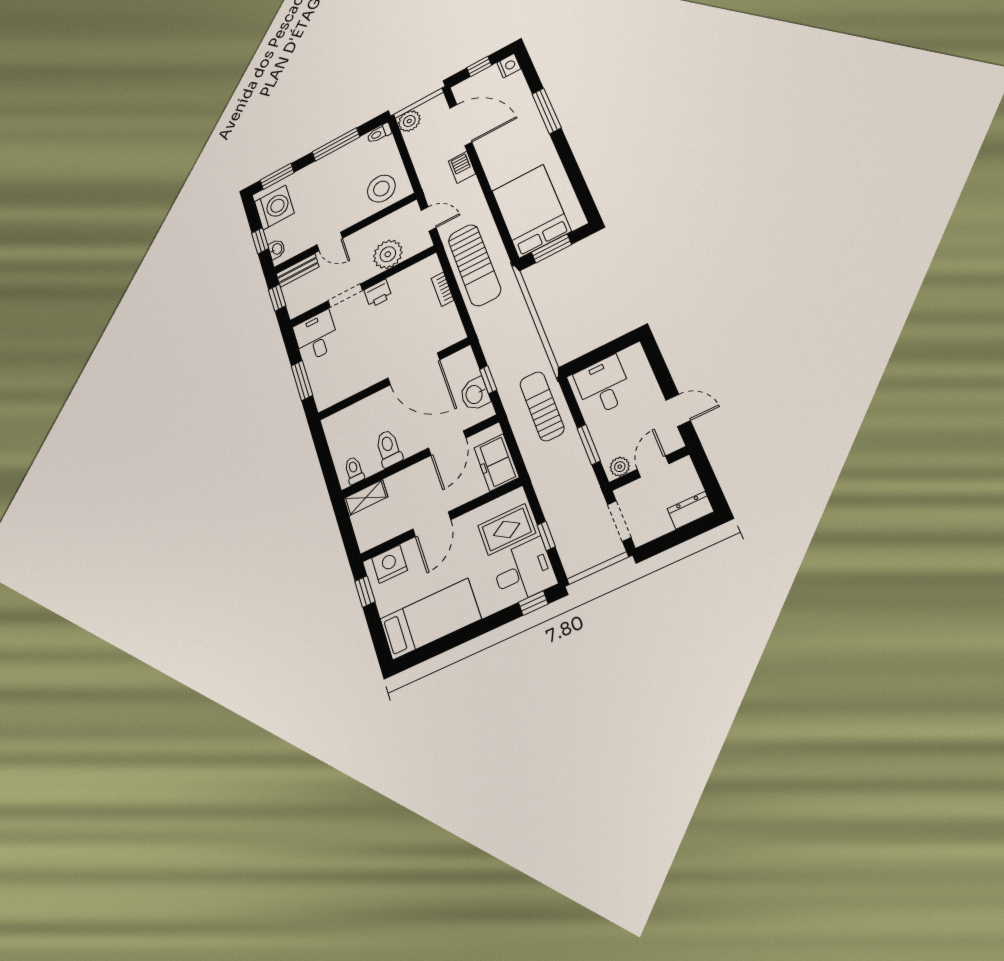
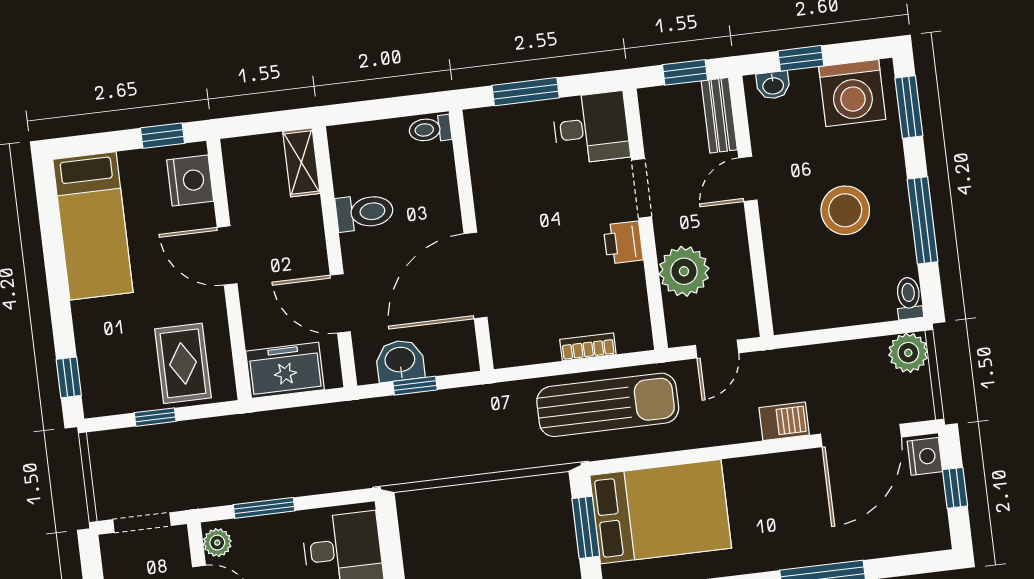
nightstand: (509, 66) -> (925, 456), moved, turned -90
stool: (381, 189) -> (845, 210), moved
sun lounger: (474, 265) -> (608, 405), turned 180
sun lounger: (542, 406) -> (345, 455), removed
toilet: (354, 470) -> (430, 129), moved, turned 180
desk: (524, 571) -> (116, 374), removed

